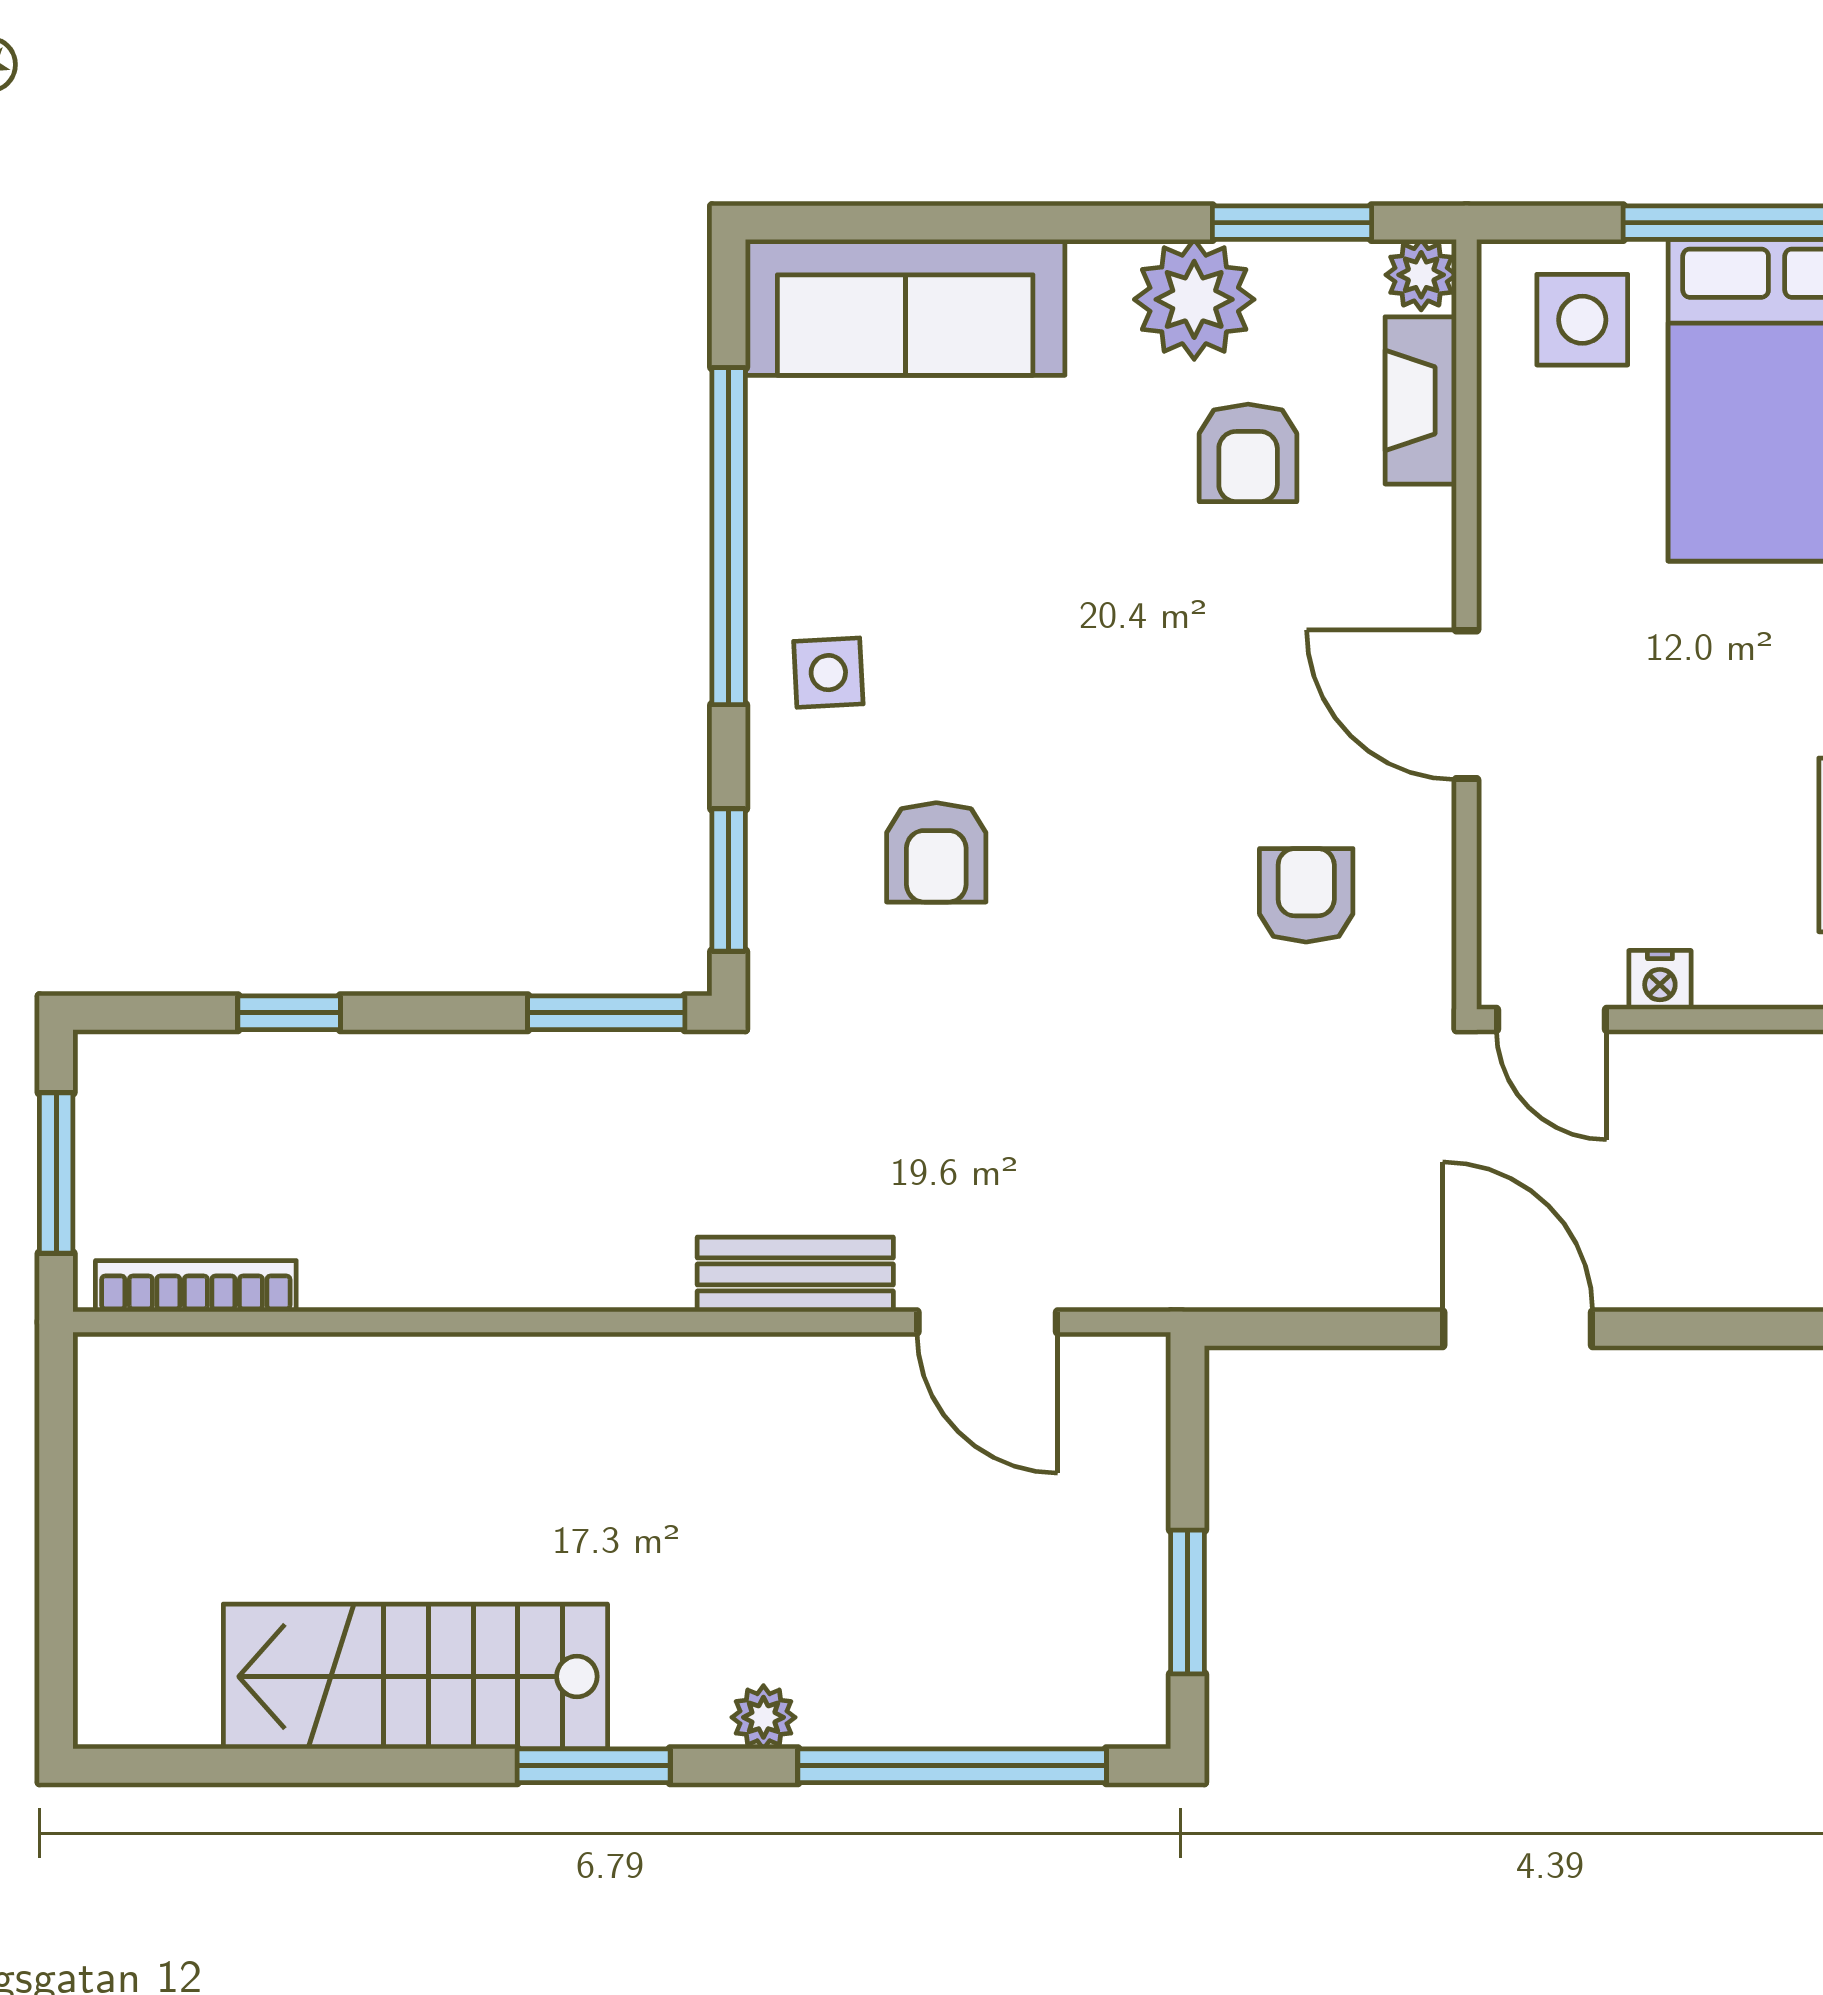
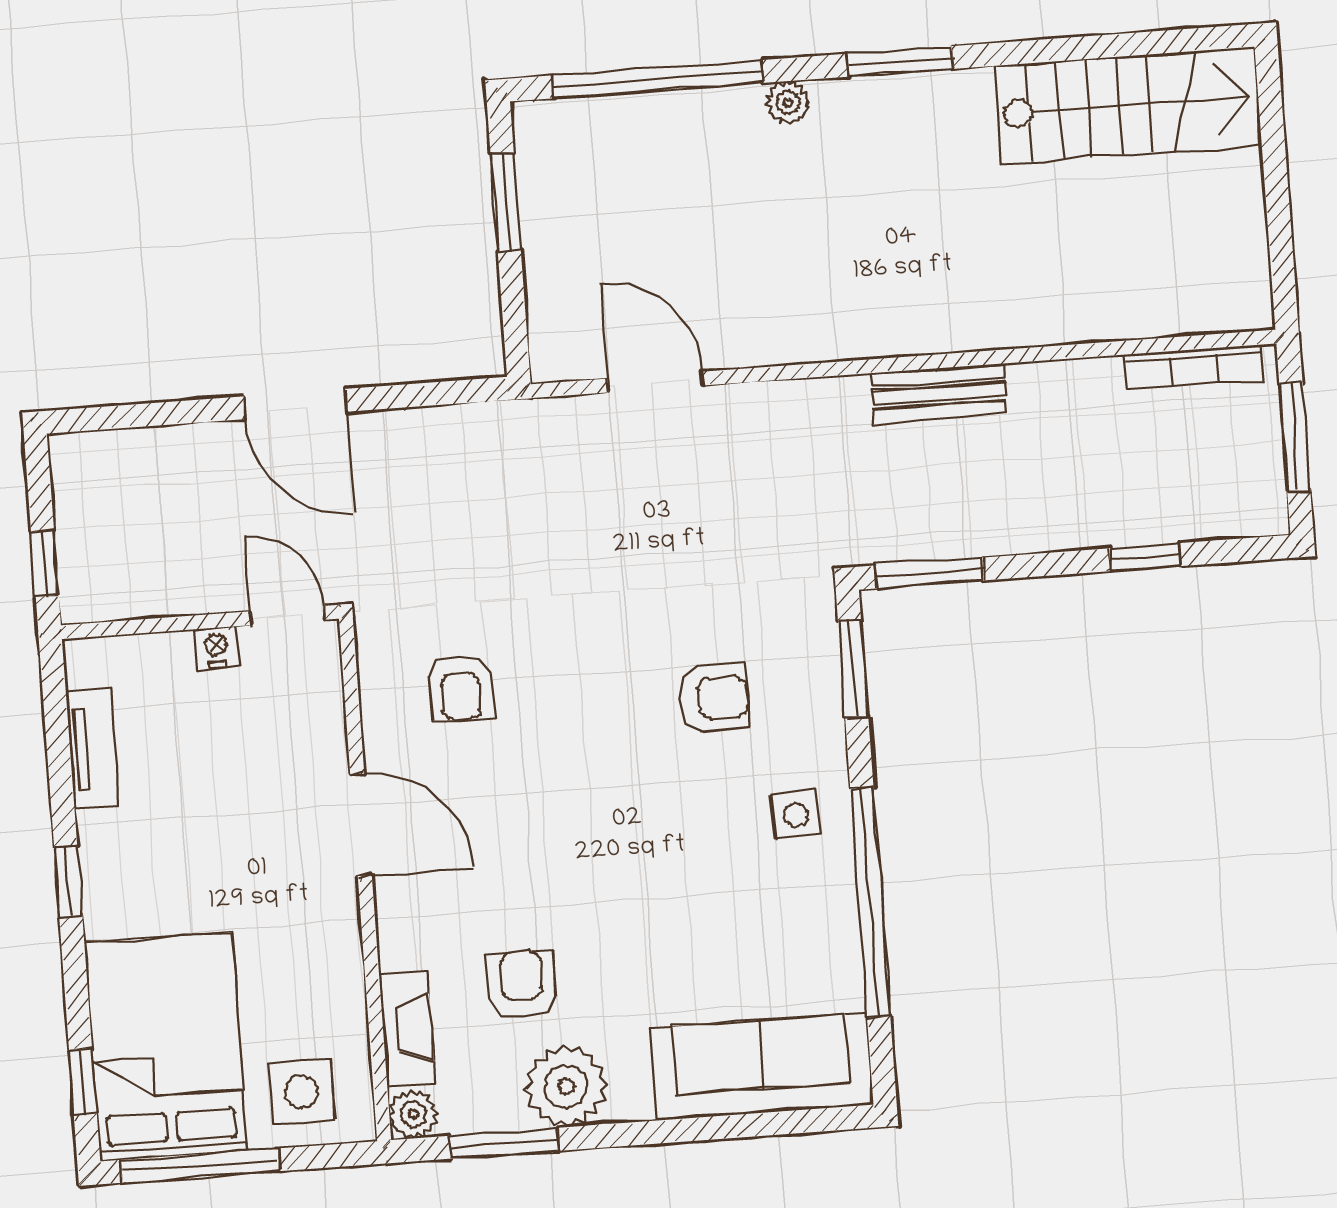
armchair: (936, 852) -> (714, 698), turned 90
bench: (795, 1274) -> (939, 394), moved
stairs: (415, 1677) -> (1128, 106), moved

